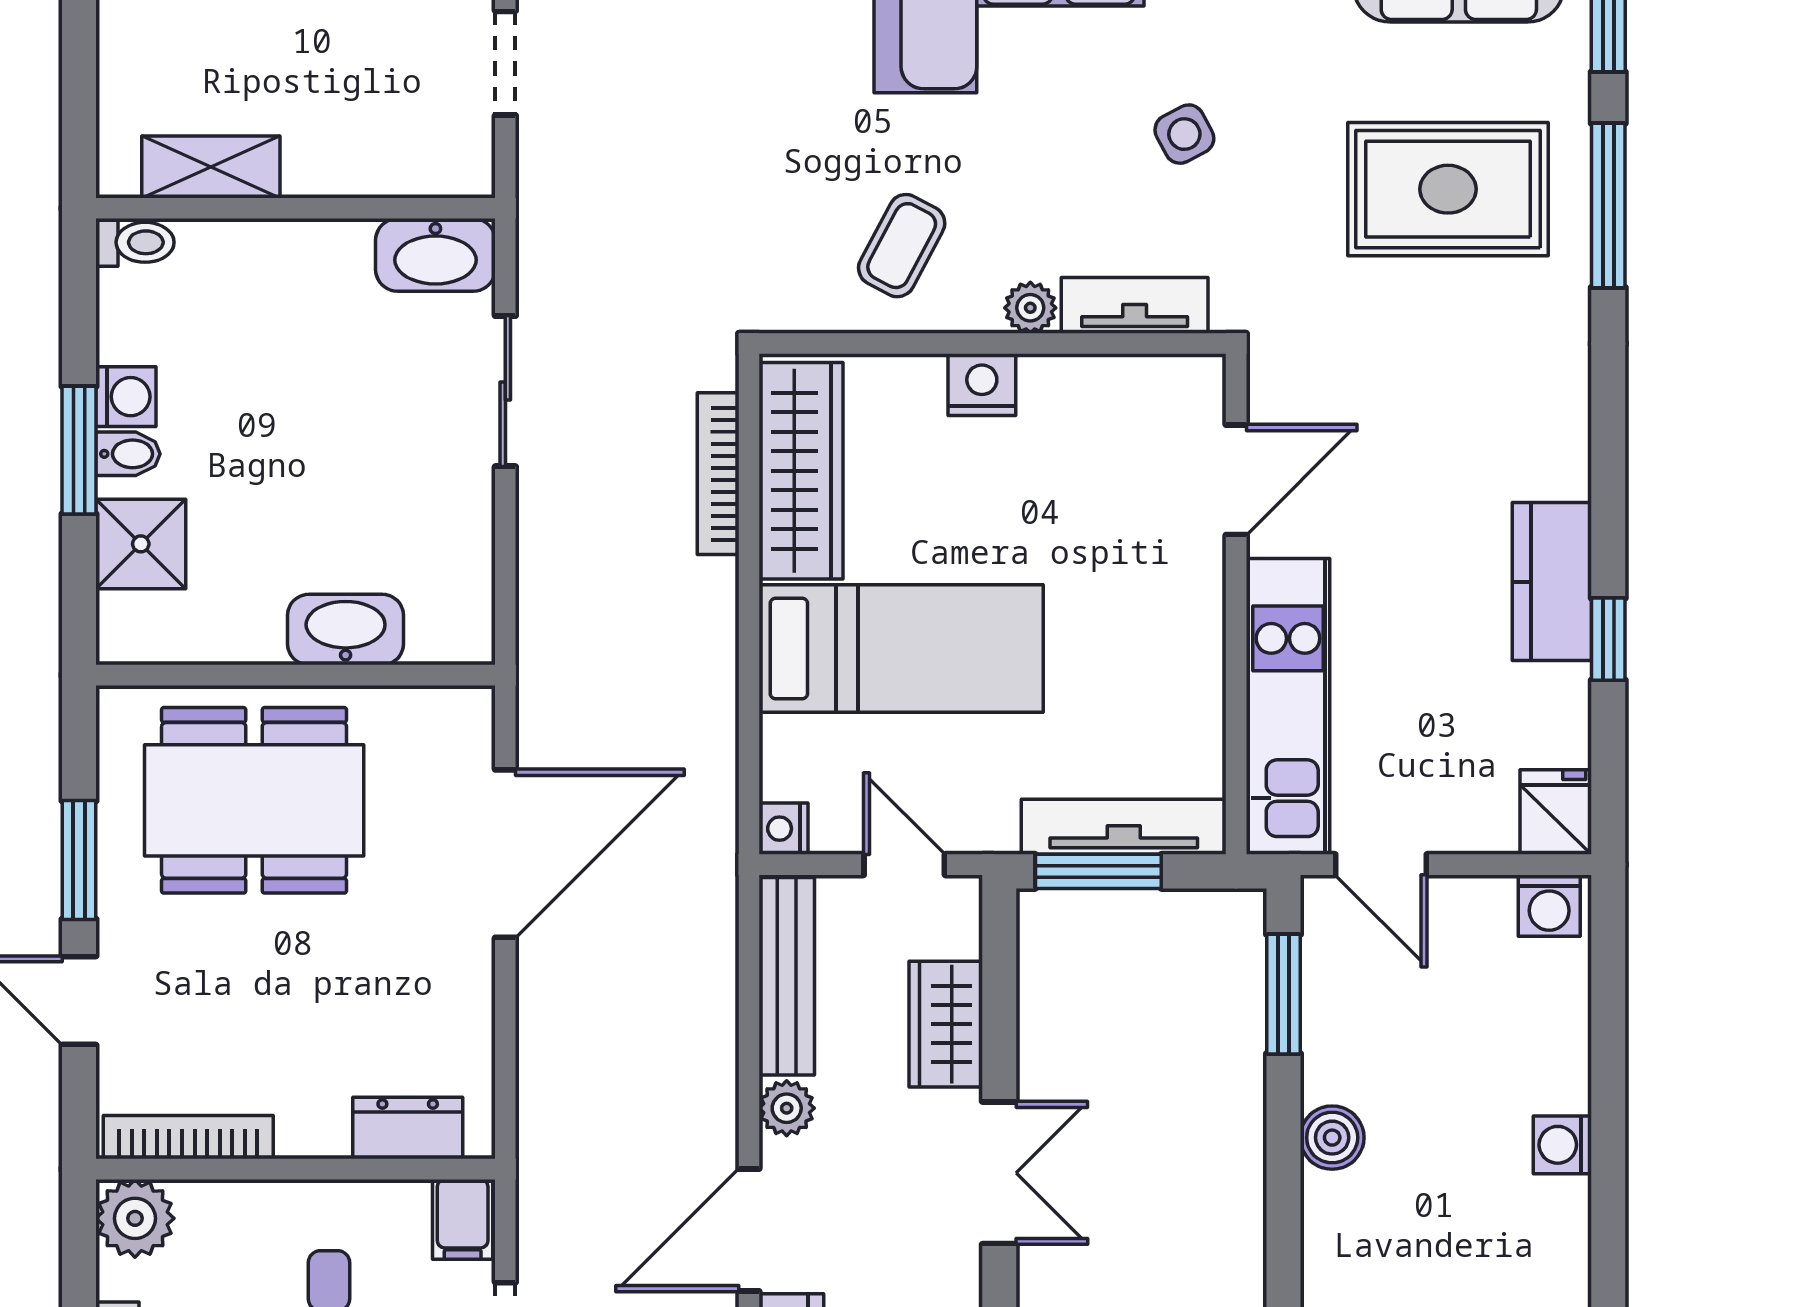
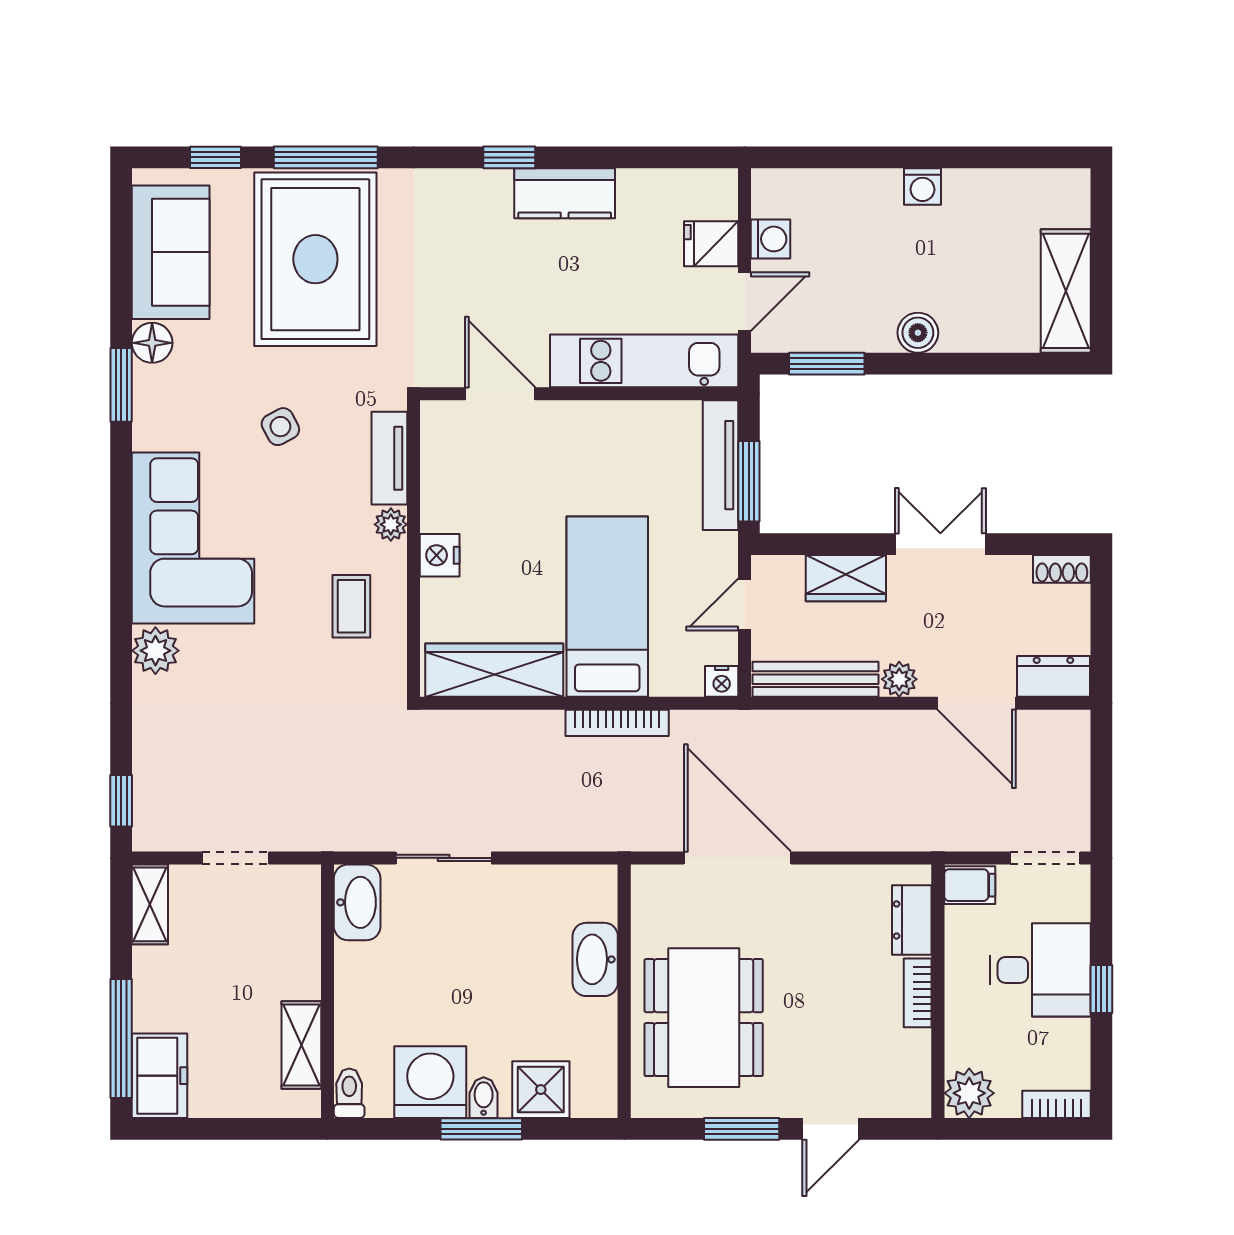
rug: (1448, 189) -> (315, 259), width x1.37, depth x1.44
coffee table: (902, 246) -> (351, 606), turned 62
washing machine: (126, 397) -> (430, 1082), width x1.89, depth x1.89
bookcase: (718, 474) -> (617, 723), moved
window: (1608, 639) -> (509, 157), moved
fridge: (1556, 812) -> (711, 244), moved
washing machine: (1549, 906) -> (771, 239), moved
bookcase: (188, 1137) -> (918, 993), moved, width x0.64

